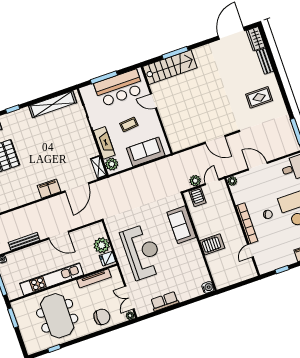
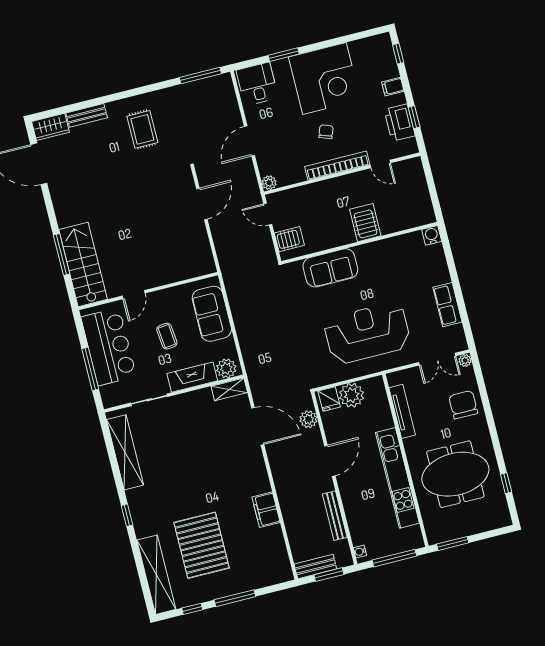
plant: (195, 181) -> (308, 419), moved
filing cabinet: (49, 189) -> (266, 510), moved
fridge: (107, 259) -> (329, 399), moved
printer: (278, 261) -> (400, 123), added

